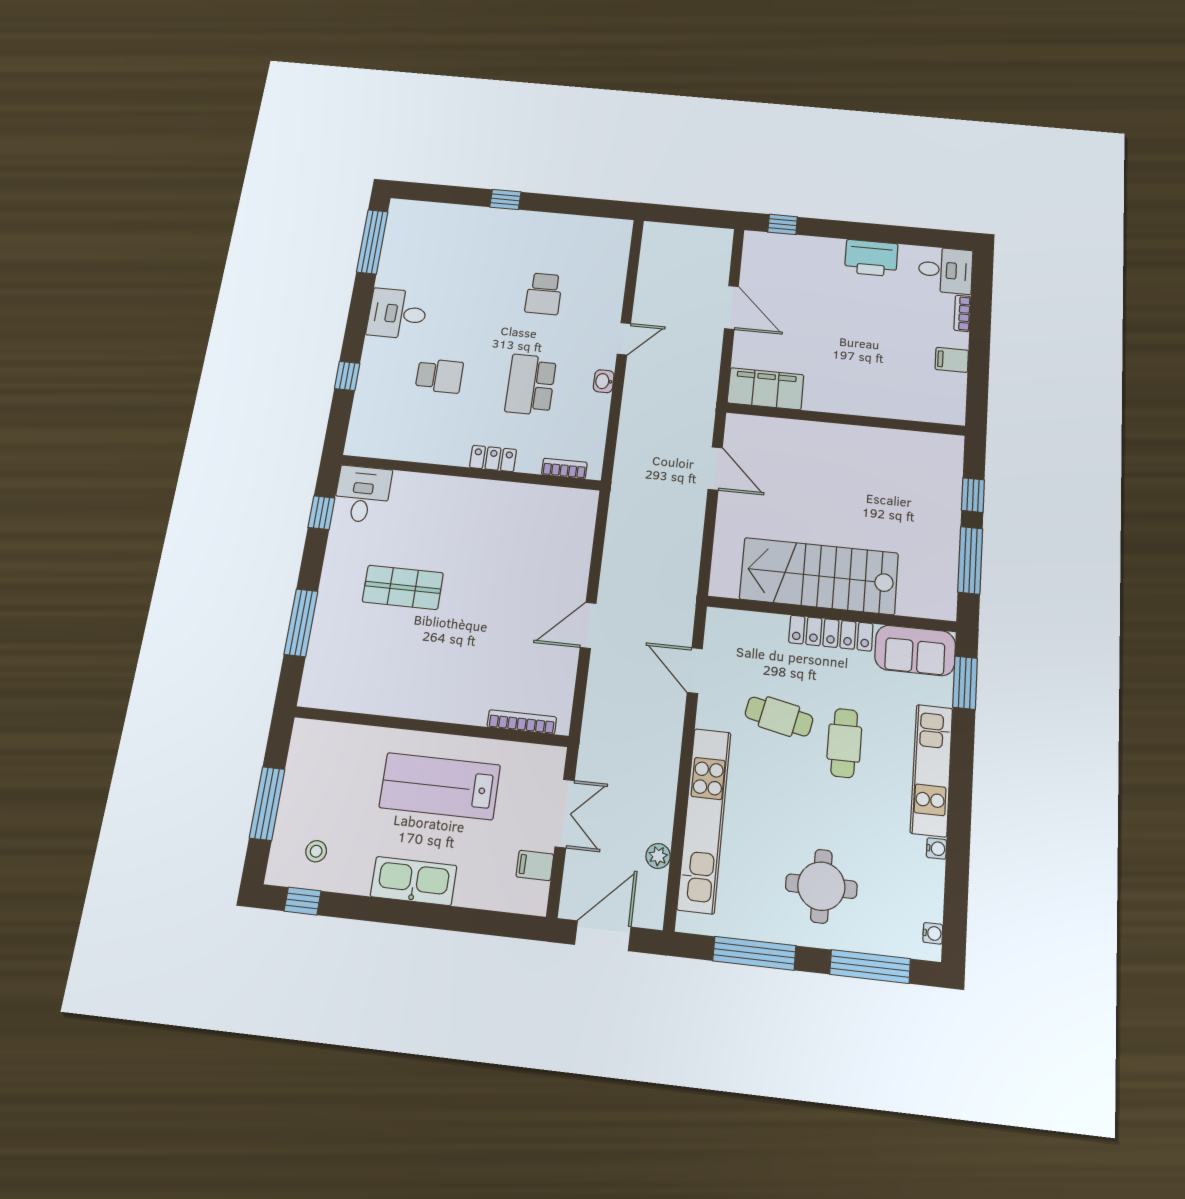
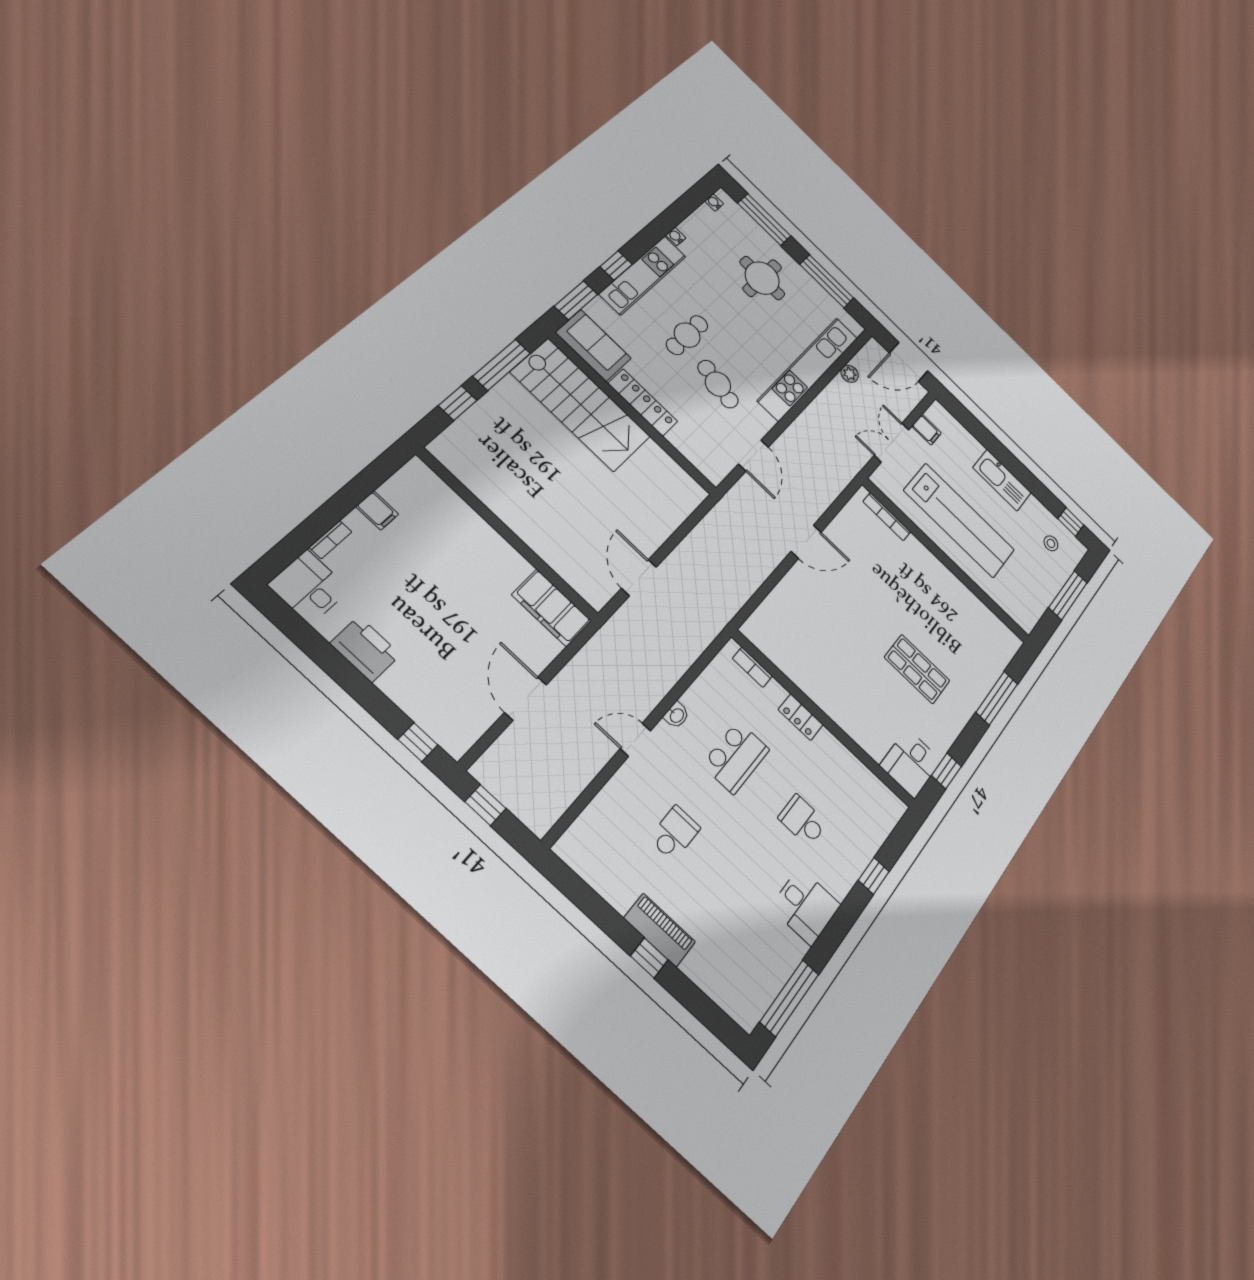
window: (702, 217) -> (485, 805), added
piano: (510, 222) -> (660, 930), added
stairs: (819, 576) -> (581, 405), moved
window: (962, 756) -> (616, 265), added
lab bench: (440, 786) -> (959, 520), width x1.36

